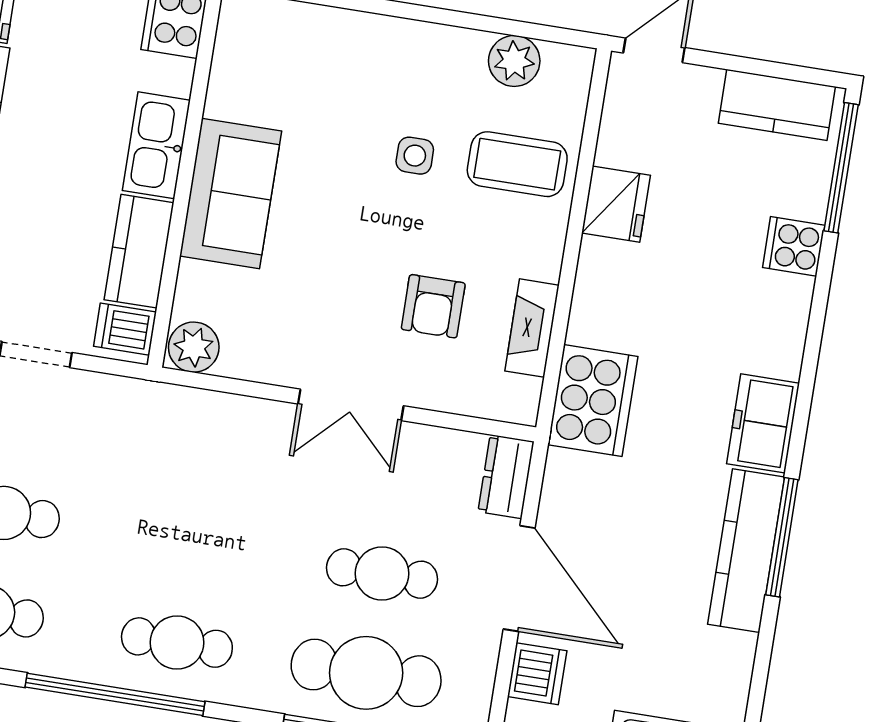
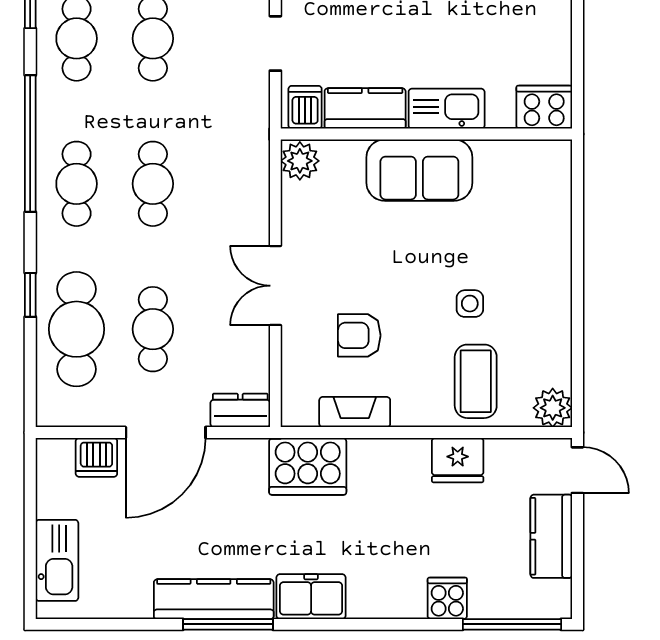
plant: (514, 61) -> (553, 408), moved
kitchen counter: (777, 105) -> (551, 536), moved
cafe table: (193, 543) -> (153, 184), added

